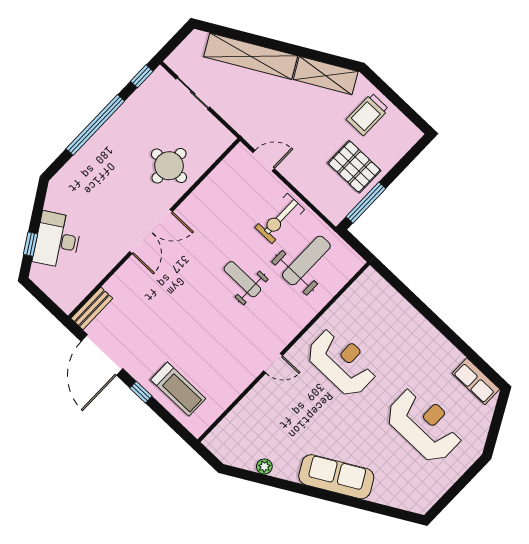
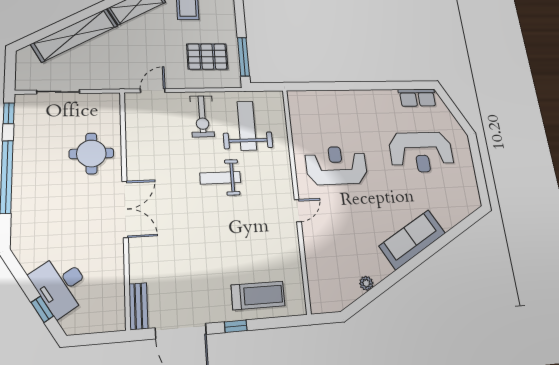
pallet: (354, 167) -> (207, 57), moved
reception desk: (425, 425) -> (421, 152), turned 180

